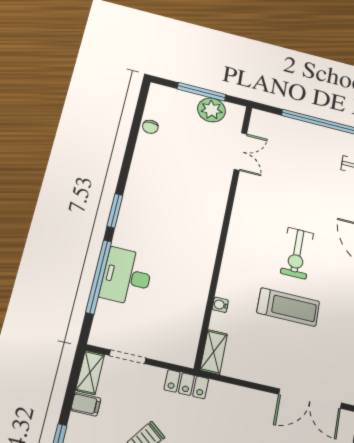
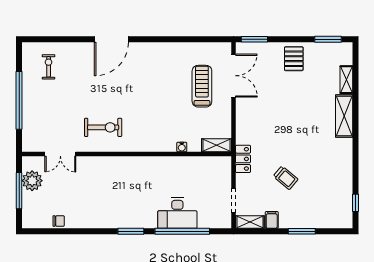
double door: (240, 152) -> (60, 154), swing flipped
exercise bike: (297, 253) -> (103, 127), moved
treadmill: (288, 307) -> (202, 86), moved

